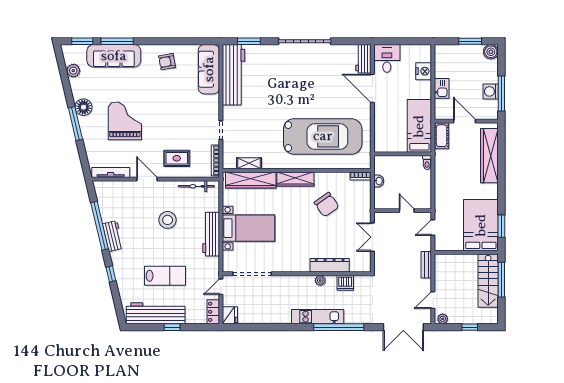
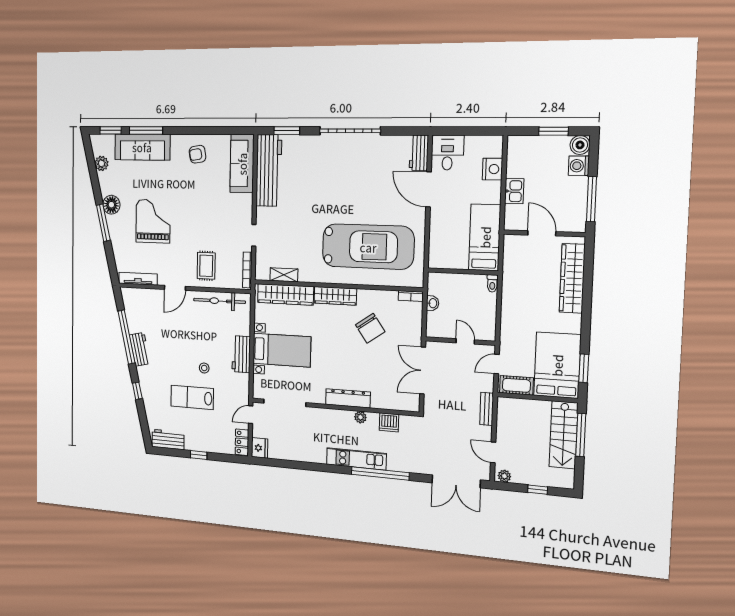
washing machine: (491, 91) -> (579, 166), moved
cot: (442, 136) -> (516, 385), moved, turned 90
rug: (177, 158) -> (206, 266), turned 90
door: (147, 179) -> (175, 288), swing flipped
bicycle: (196, 186) -> (219, 301), width x1.37, depth x1.40
stool: (168, 220) -> (204, 368), moved, width x0.53, depth x0.53
workbench: (211, 234) -> (241, 354), width x0.73
double door: (372, 237) -> (423, 371), width x1.37
dresser: (330, 265) -> (348, 398), moved
lab bench: (165, 276) -> (192, 397), turned 180
door: (433, 300) -> (493, 452), hinge flipped
workbench: (156, 313) -> (168, 440), width x0.53, depth x0.76

